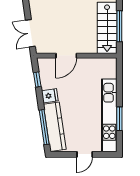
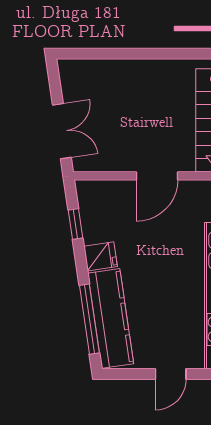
double door: (30, 33) -> (62, 131), swing flipped
door: (66, 56) -> (157, 176), moved

